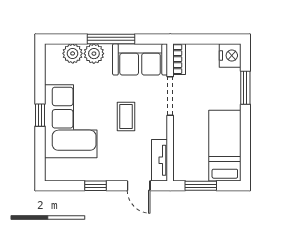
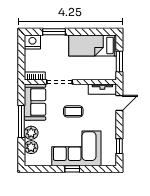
window: (95, 186) -> (119, 146), moved

